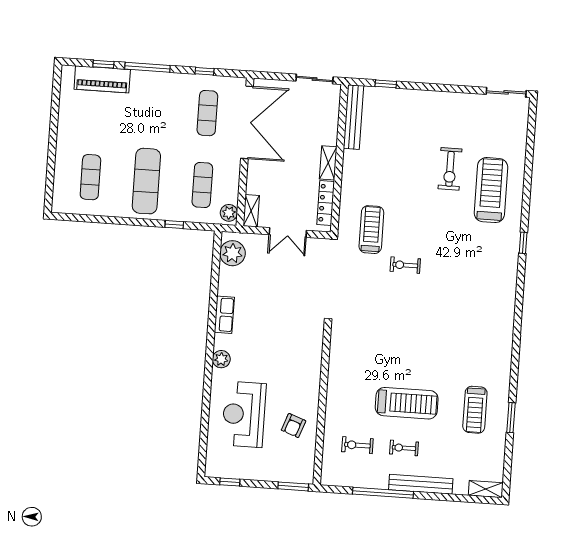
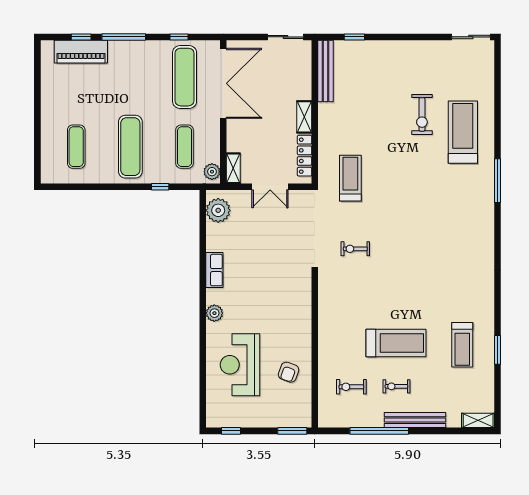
exercise mat: (207, 113) -> (185, 77), width x1.36, depth x1.45
window: (523, 243) -> (497, 181), width x2.17
exercise bike: (405, 265) -> (355, 249), moved

